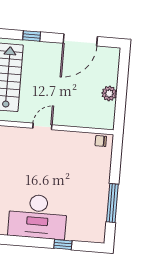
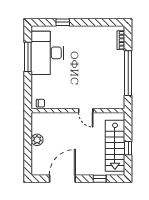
door: (42, 126) -> (86, 111), hinge flipped
desk: (38, 216) -> (47, 53), moved, turned -90

